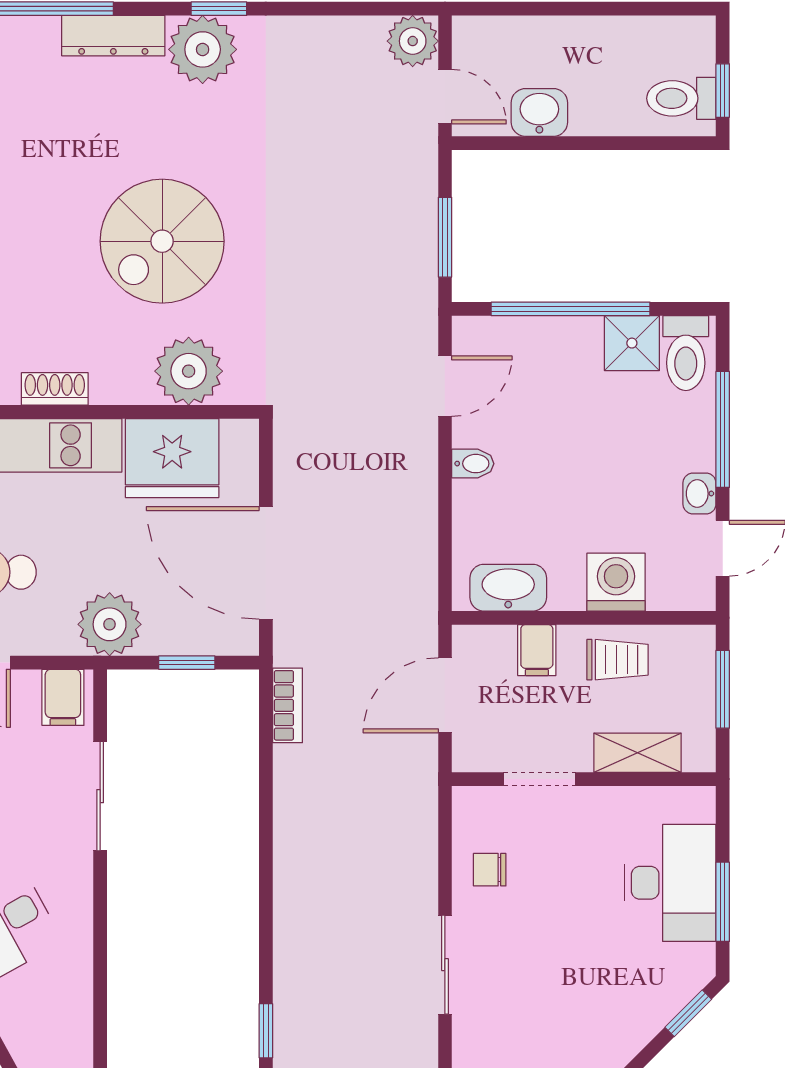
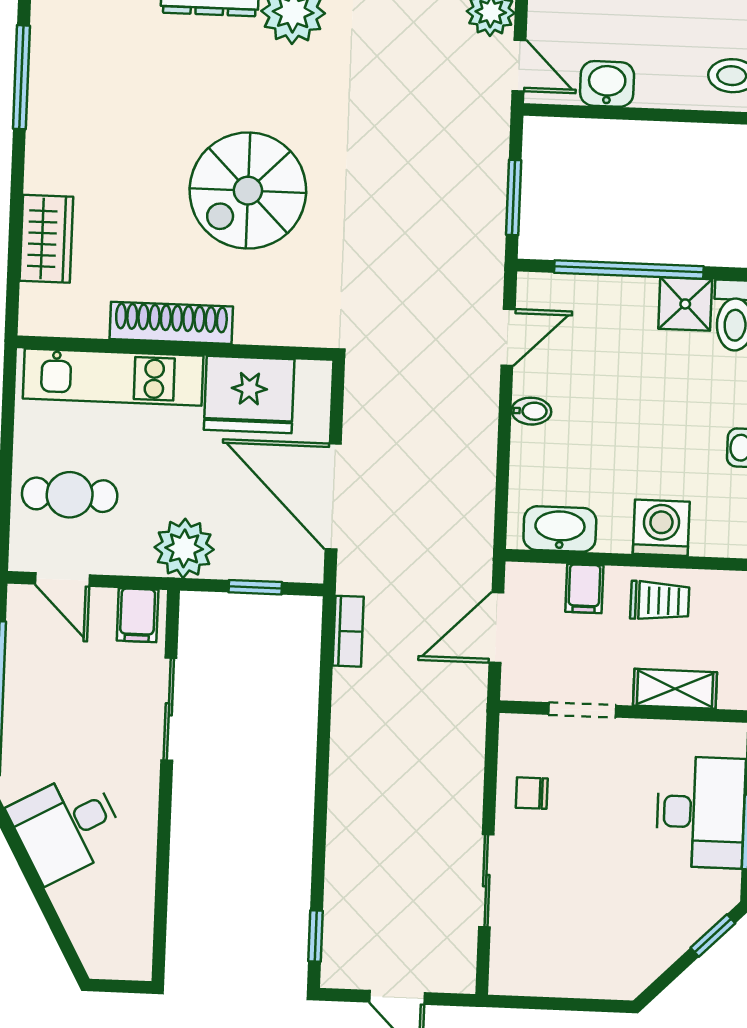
plant: (189, 371) -> (268, 314), removed
shoe rack: (55, 389) -> (171, 323), width x1.94, depth x1.24

